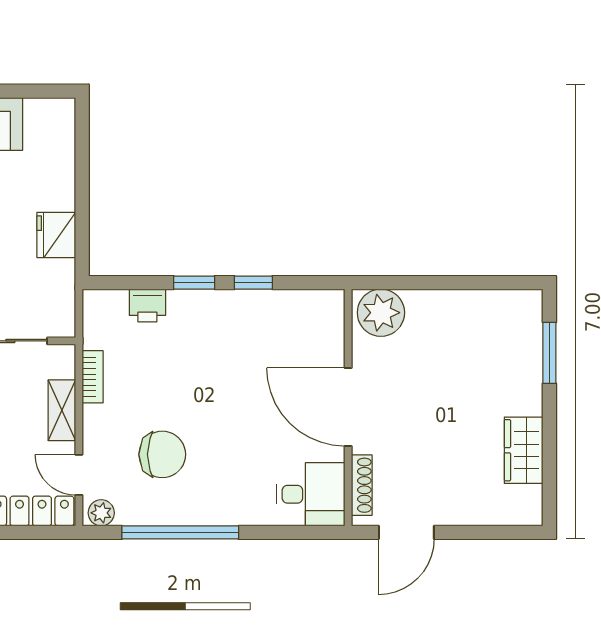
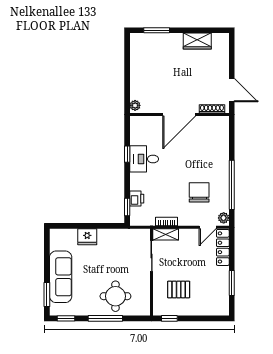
fridge: (56, 235) -> (87, 237), moved
window: (194, 283) -> (127, 207), moved
plant: (381, 313) -> (135, 105), width x0.53, depth x0.53
shelving: (62, 410) -> (166, 234), moved
desk: (311, 494) -> (144, 159), moved, turned -90

